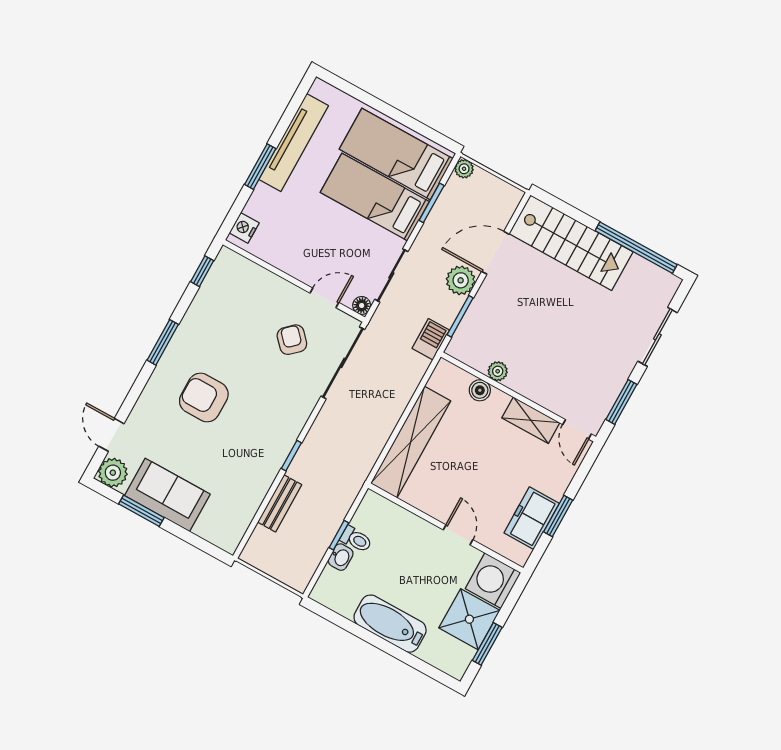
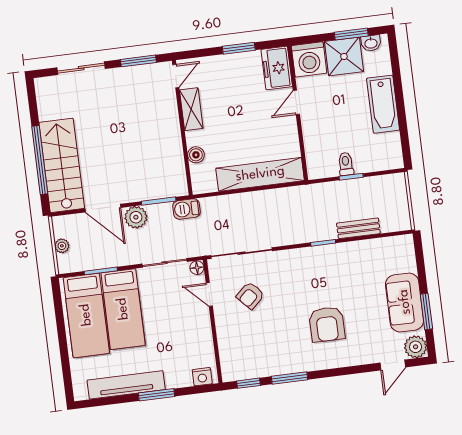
plant: (464, 169) -> (62, 246), moved
window: (636, 248) -> (40, 160), moved
window: (163, 342) -> (290, 378), moved
plant: (498, 371) -> (176, 152), removed
freezer: (532, 518) -> (277, 68), moved, turned 90
washbasin: (341, 557) -> (371, 43), moved, turned 180

